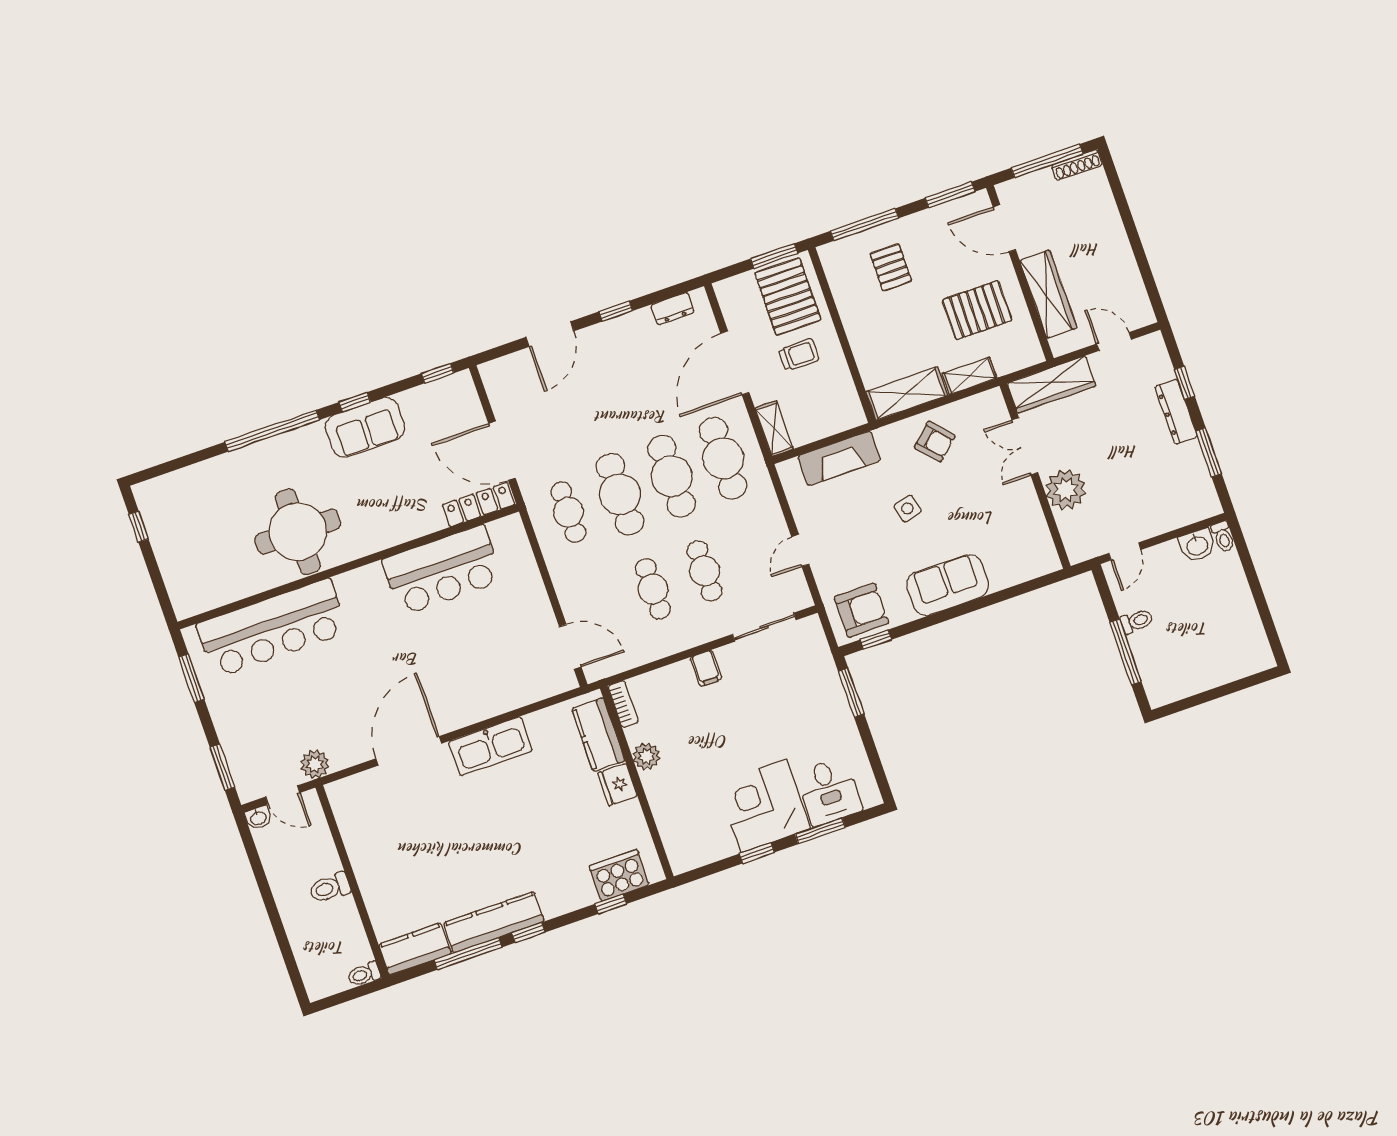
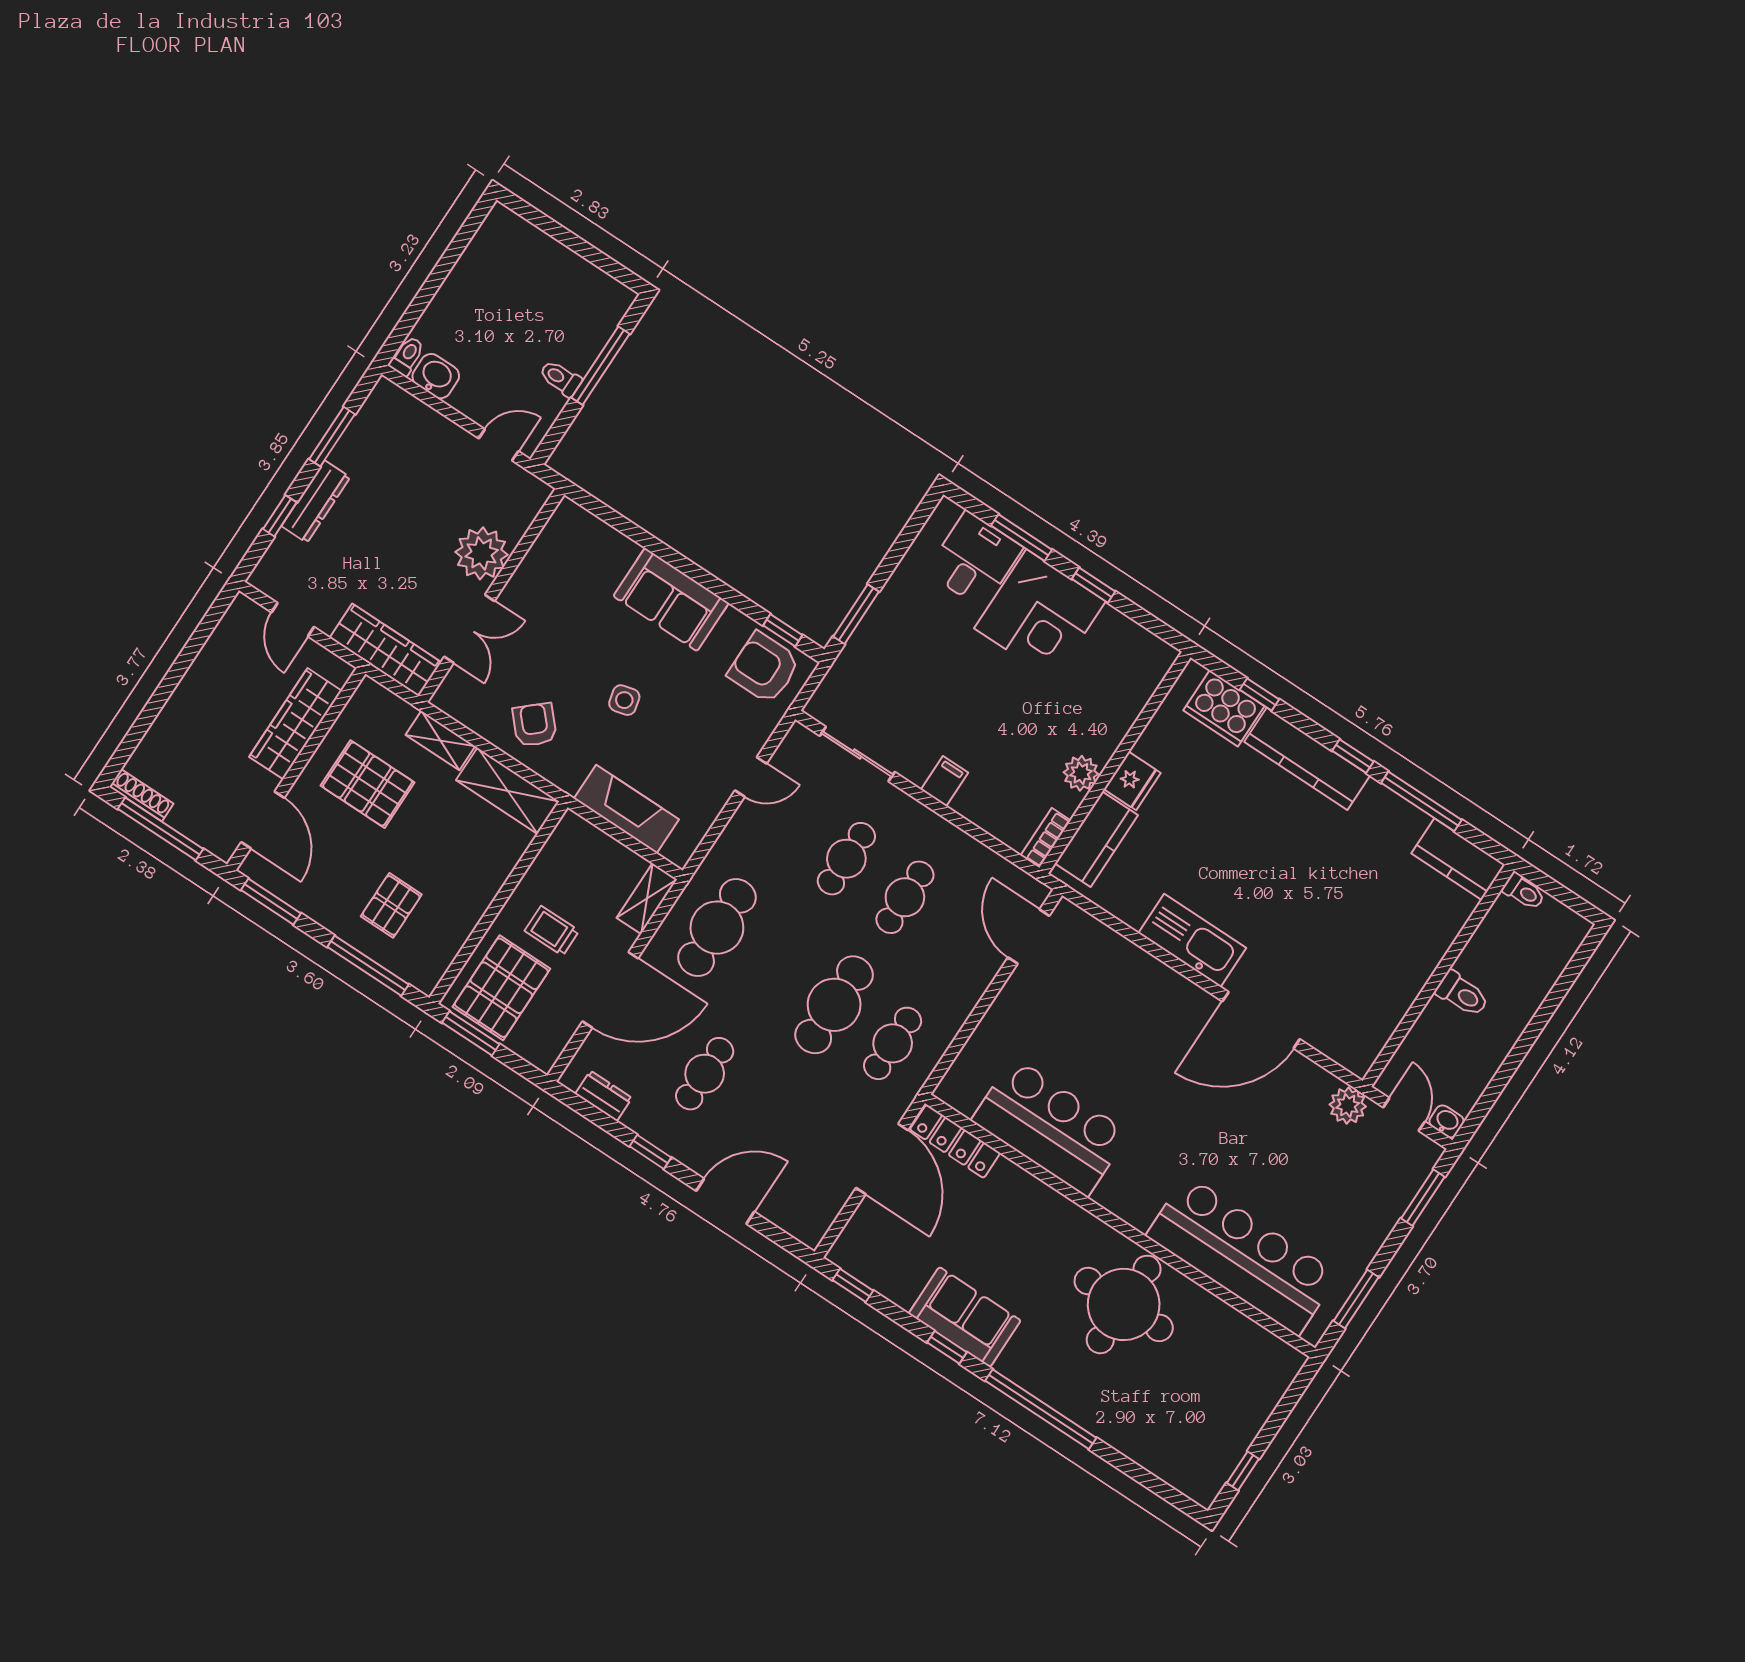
cafe table: (672, 476) -> (705, 1074), moved, width x0.73, depth x0.74
kitchen counter: (494, 922) -> (1307, 759), moved

